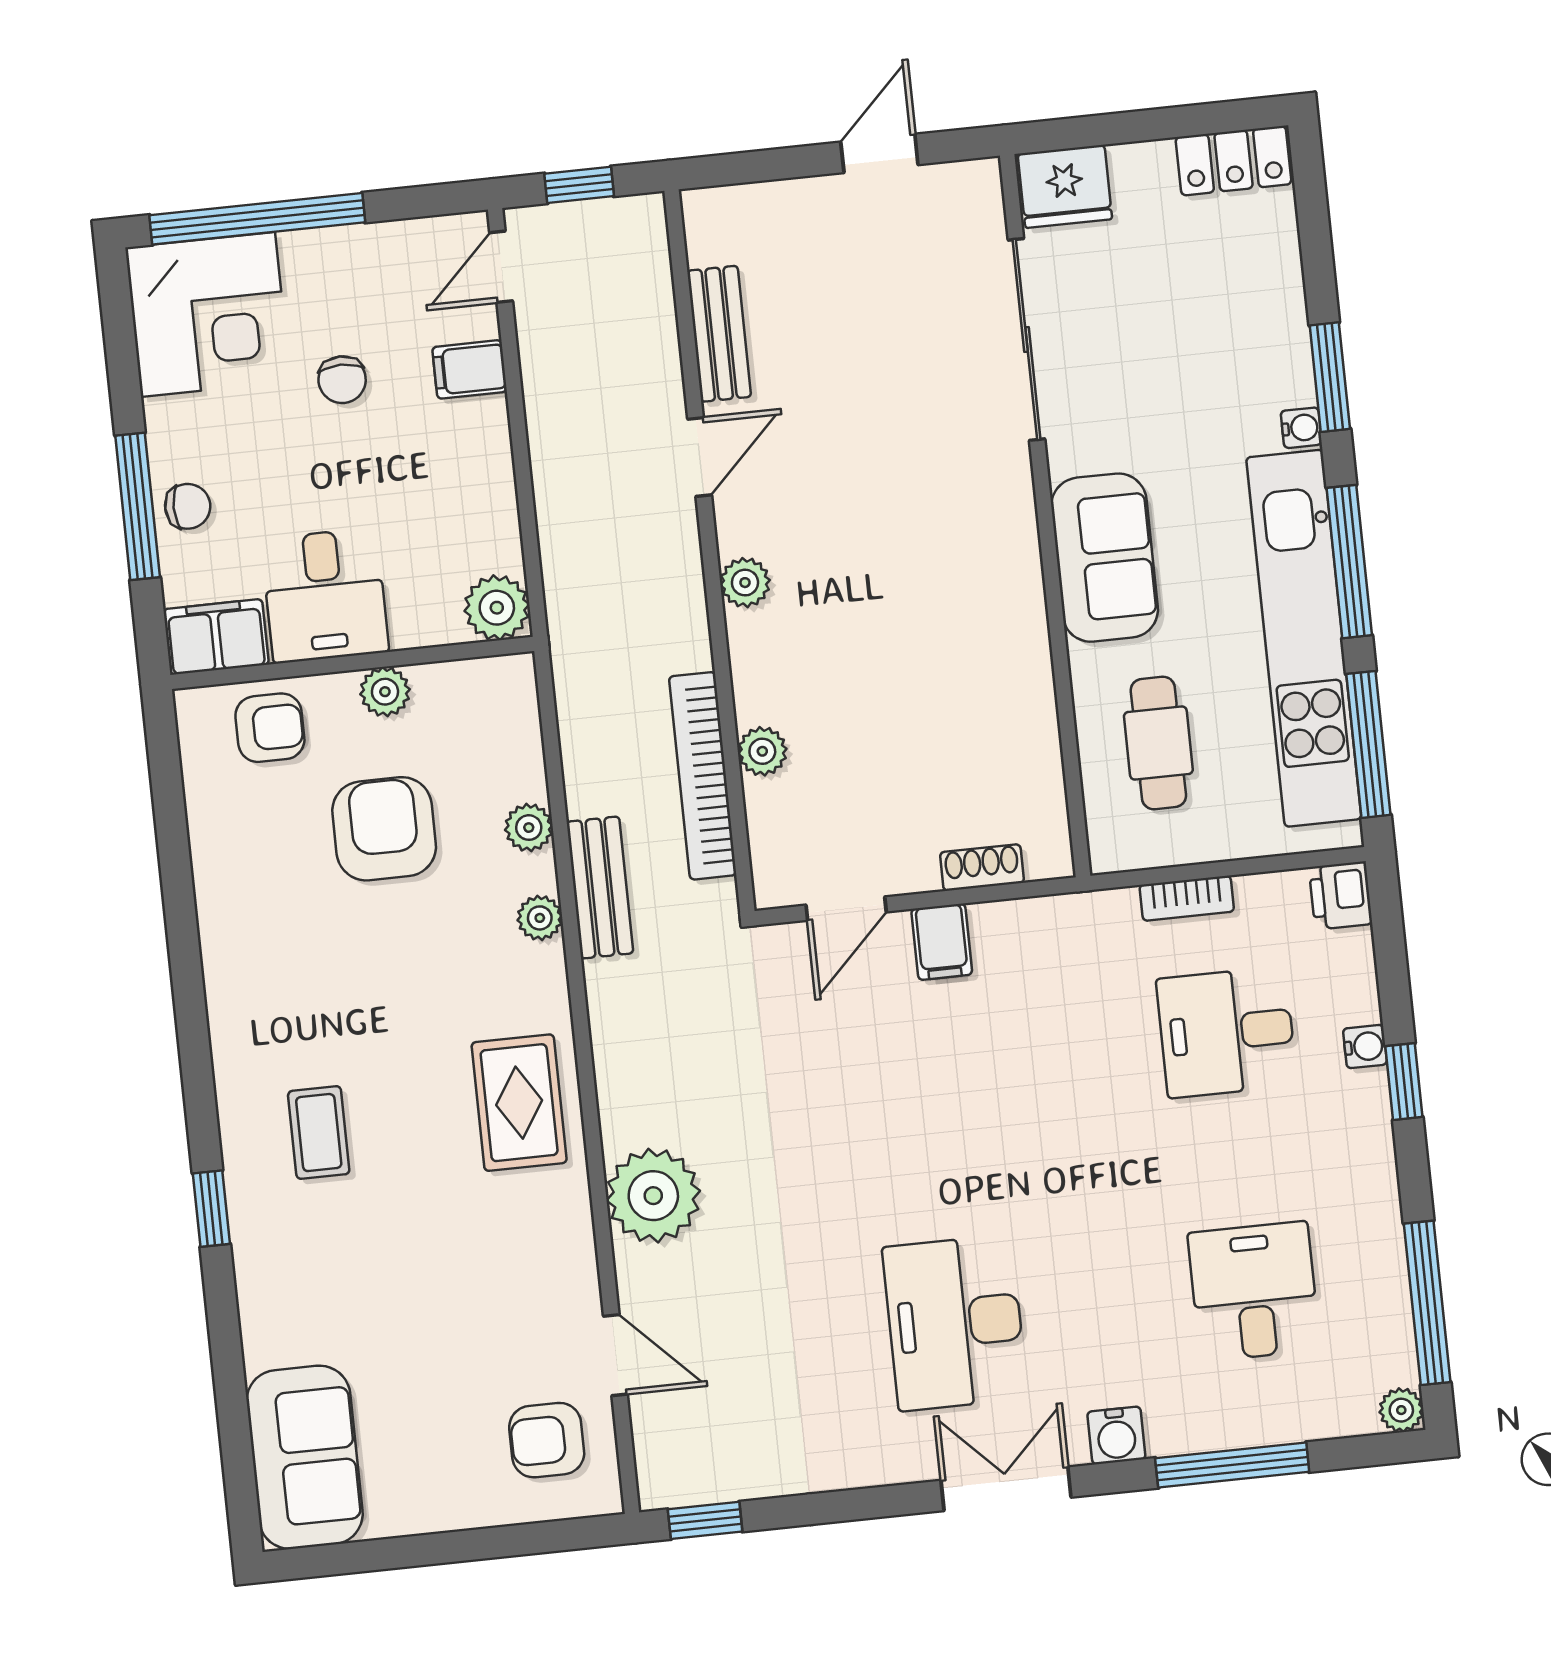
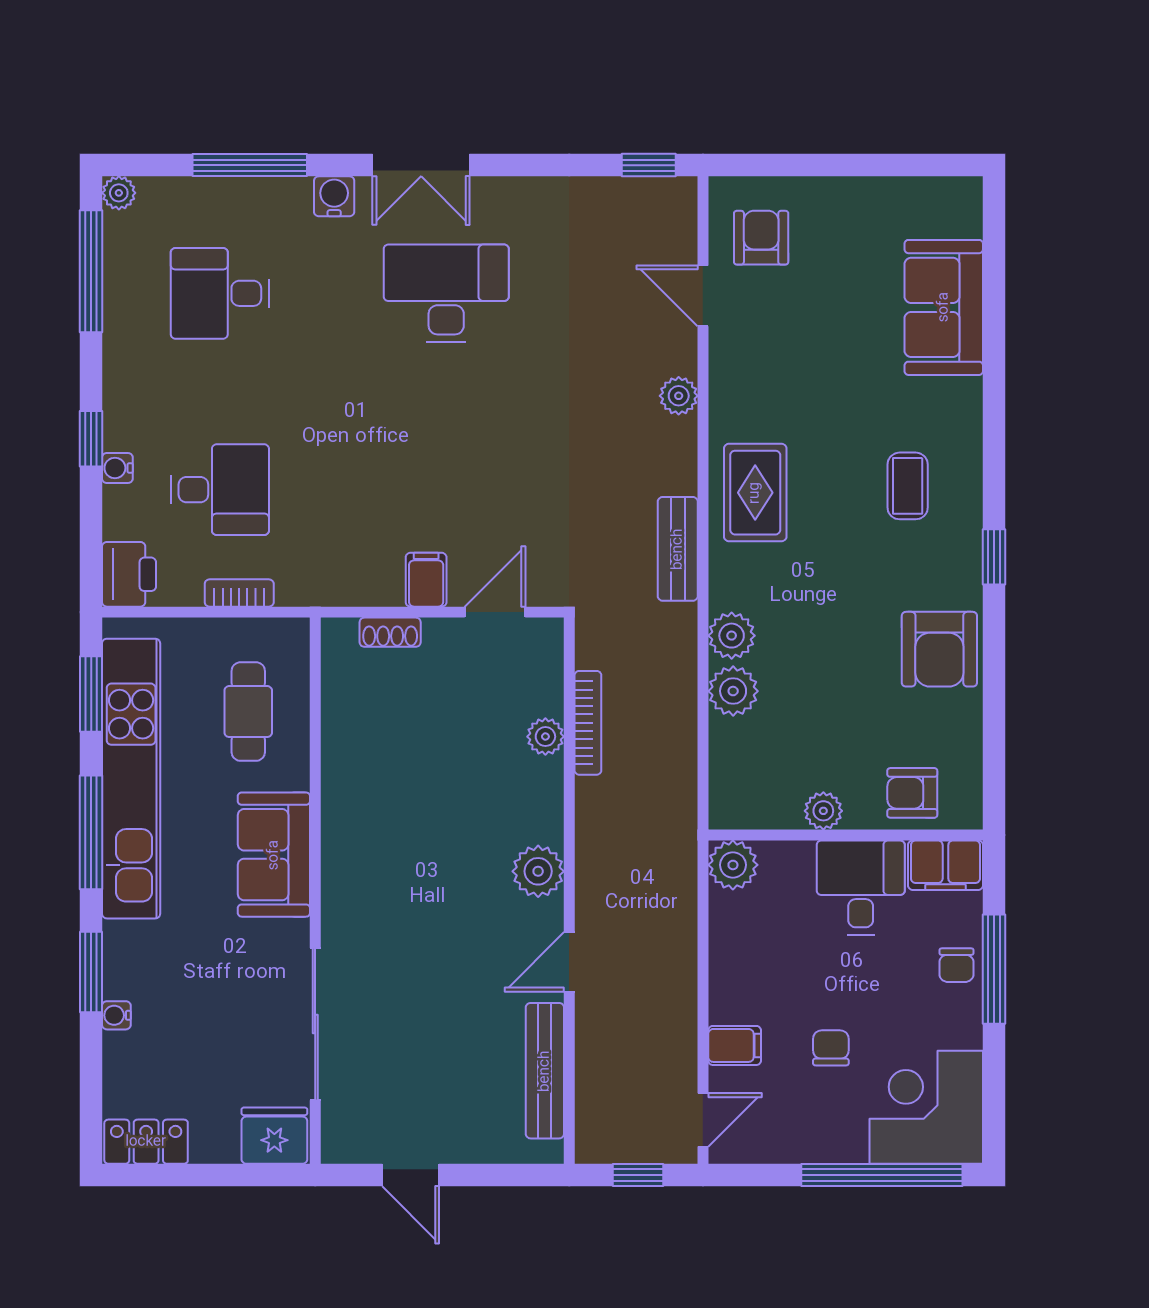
door: (879, 153) -> (411, 1175), hinge flipped
bench: (719, 334) -> (545, 1071), width x1.36
water cooler: (1301, 428) -> (116, 1015), moved
chair: (188, 506) -> (956, 965), turned -90
plant: (745, 583) -> (538, 871), width x1.38, depth x1.38
window: (1368, 744) -> (91, 694), width x0.69
bookcase: (703, 776) -> (588, 723), width x0.68, depth x0.76
plant: (529, 828) -> (733, 691), width x1.38, depth x1.38
armchair: (384, 829) -> (939, 649), moved
bench: (600, 887) -> (678, 549), moved
printer: (1341, 896) -> (129, 574), width x1.36, depth x1.24
plant: (540, 918) -> (732, 636), width x1.38, depth x1.38
plant: (653, 1196) -> (679, 396), width x0.53, depth x0.53
window: (211, 1209) -> (994, 557), moved
desk: (1254, 1291) -> (220, 293), turned 90
desk: (955, 1323) -> (446, 293), turned -90
armchair: (547, 1440) -> (761, 238), turned -90
sofa: (305, 1457) -> (944, 307), moved

